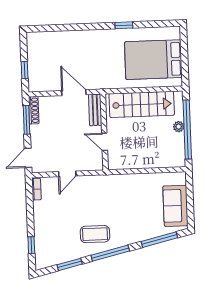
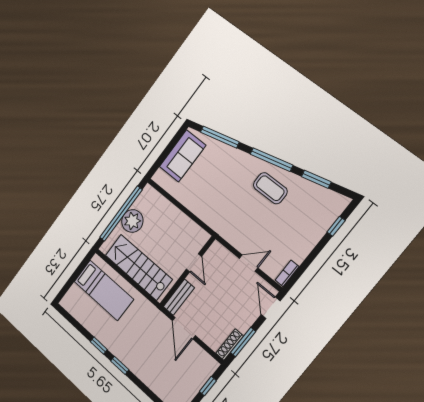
window: (97, 26) -> (120, 365), added
bed: (153, 60) -> (104, 290), width x0.67
plant: (179, 127) -> (132, 221), width x1.88, depth x1.88
door: (28, 158) -> (271, 308), swing flipped

